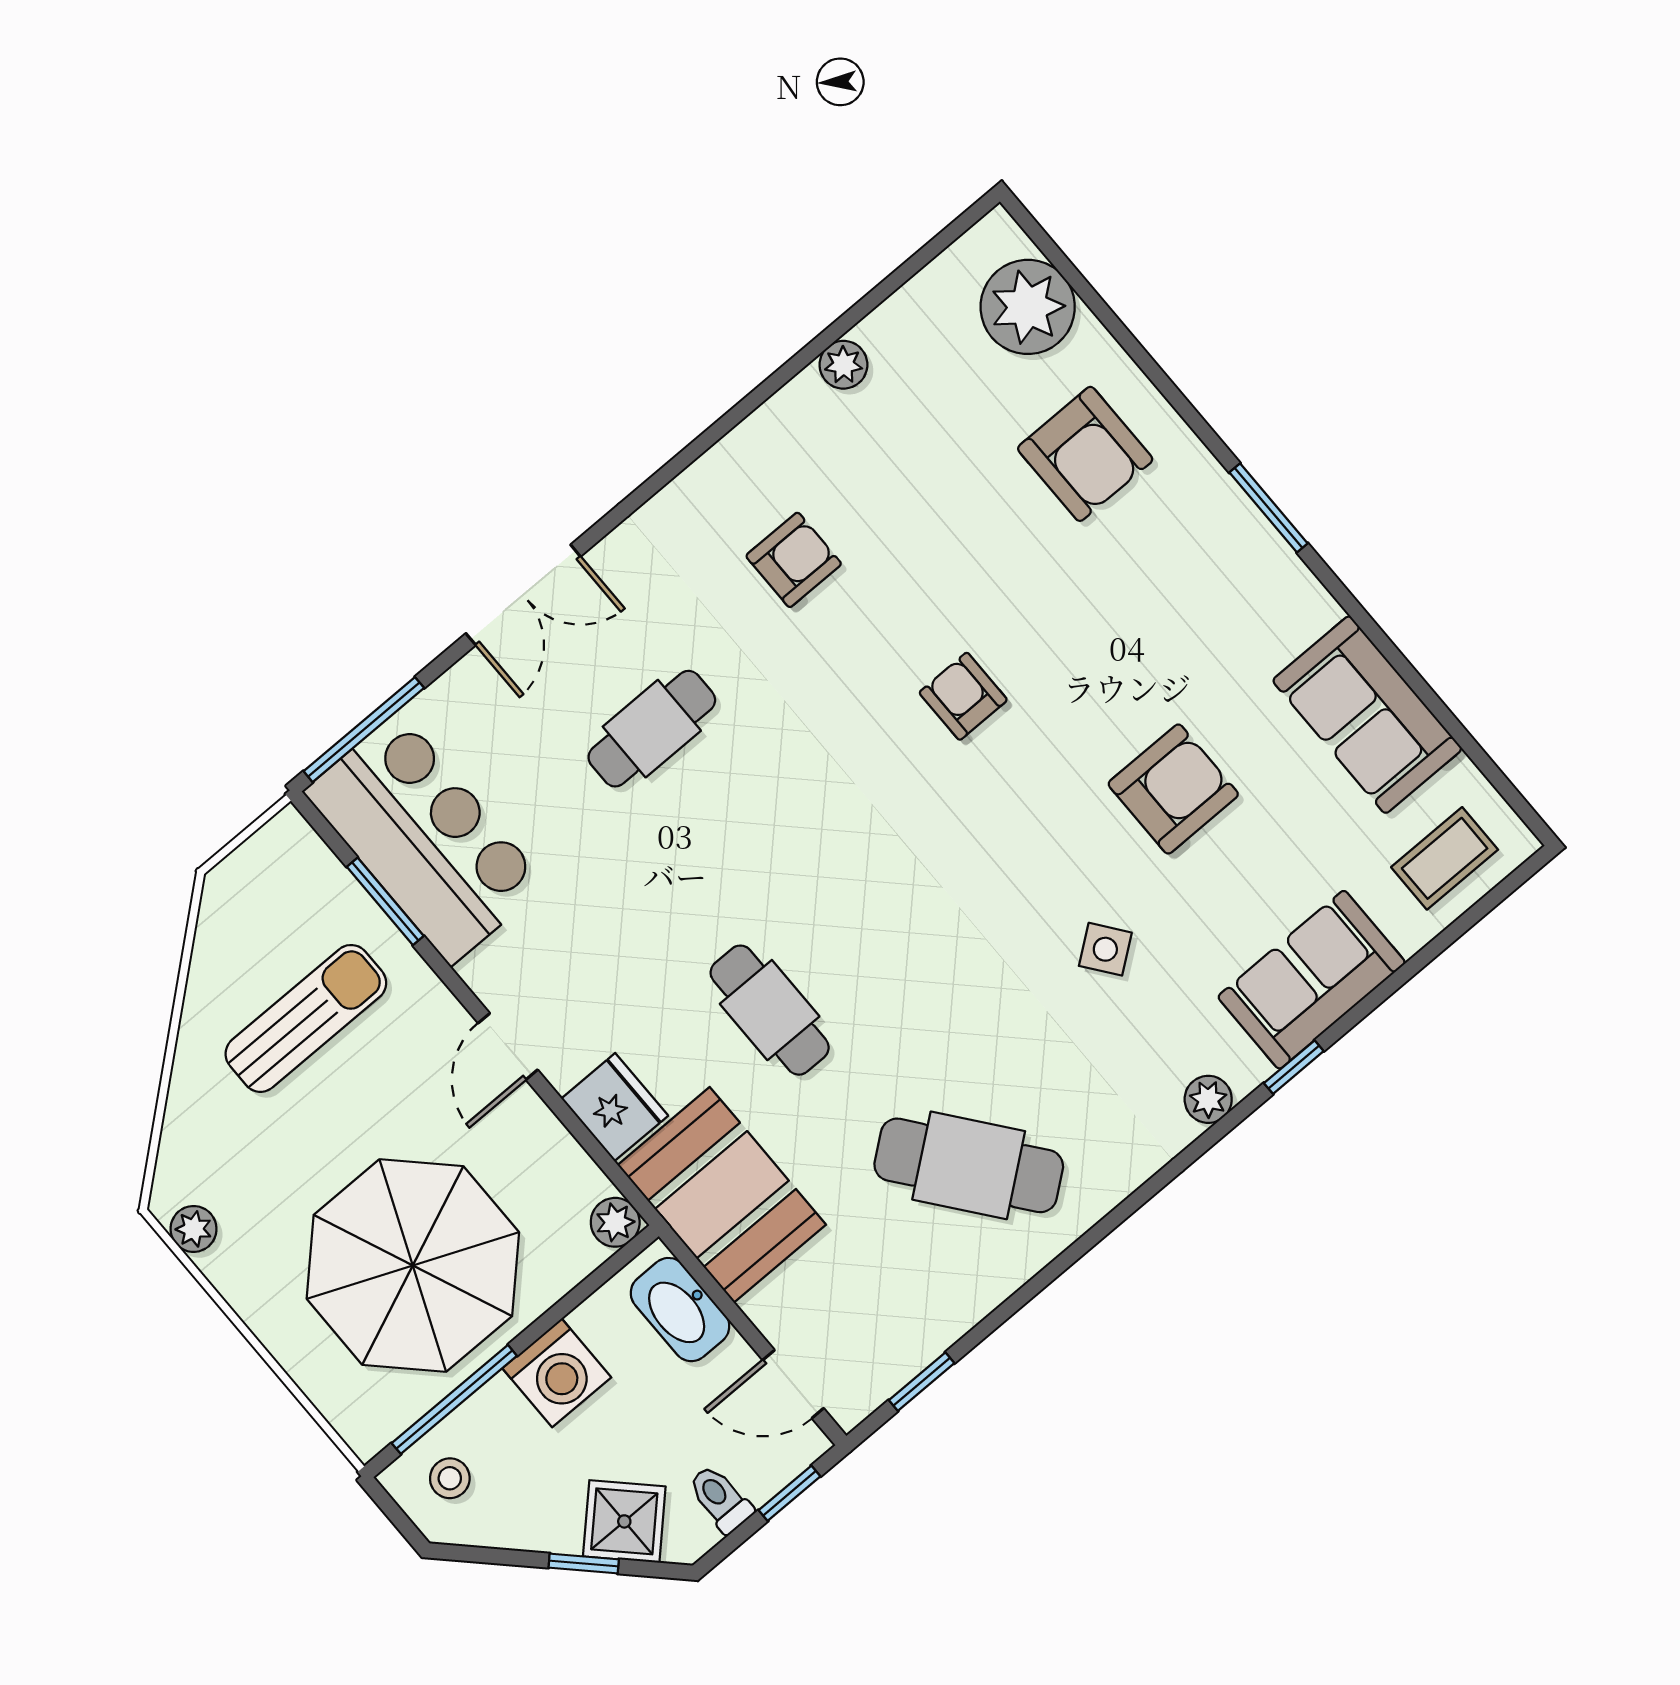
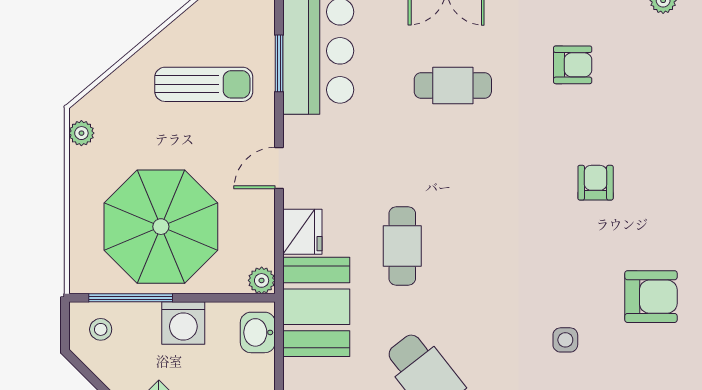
side table: (1105, 949) -> (565, 340), turned 37
washbasin: (680, 1310) -> (258, 332), width x0.72

